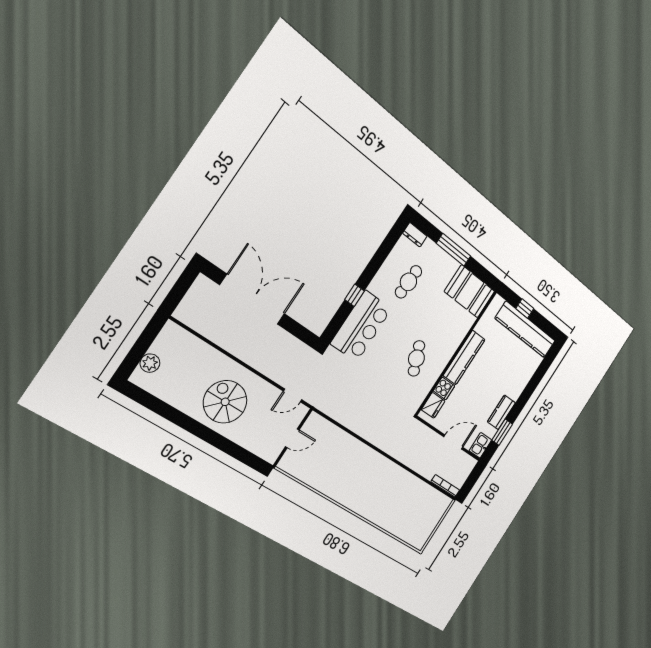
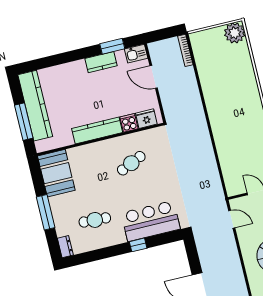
window: (525, 309) -> (24, 122), width x2.17
plant: (419, 537) -> (235, 33), added

